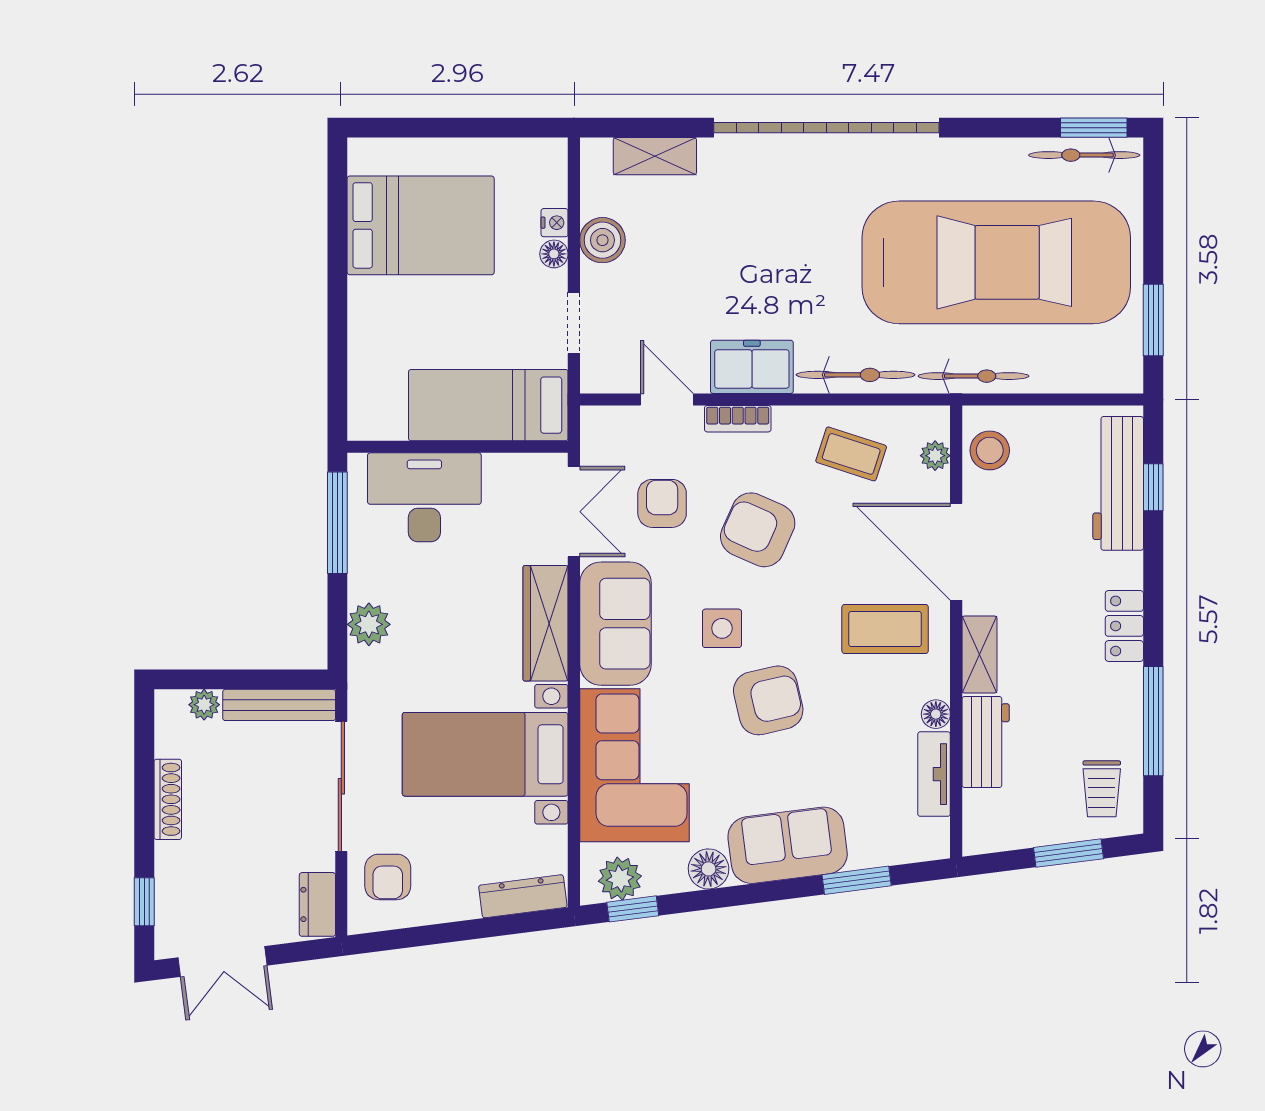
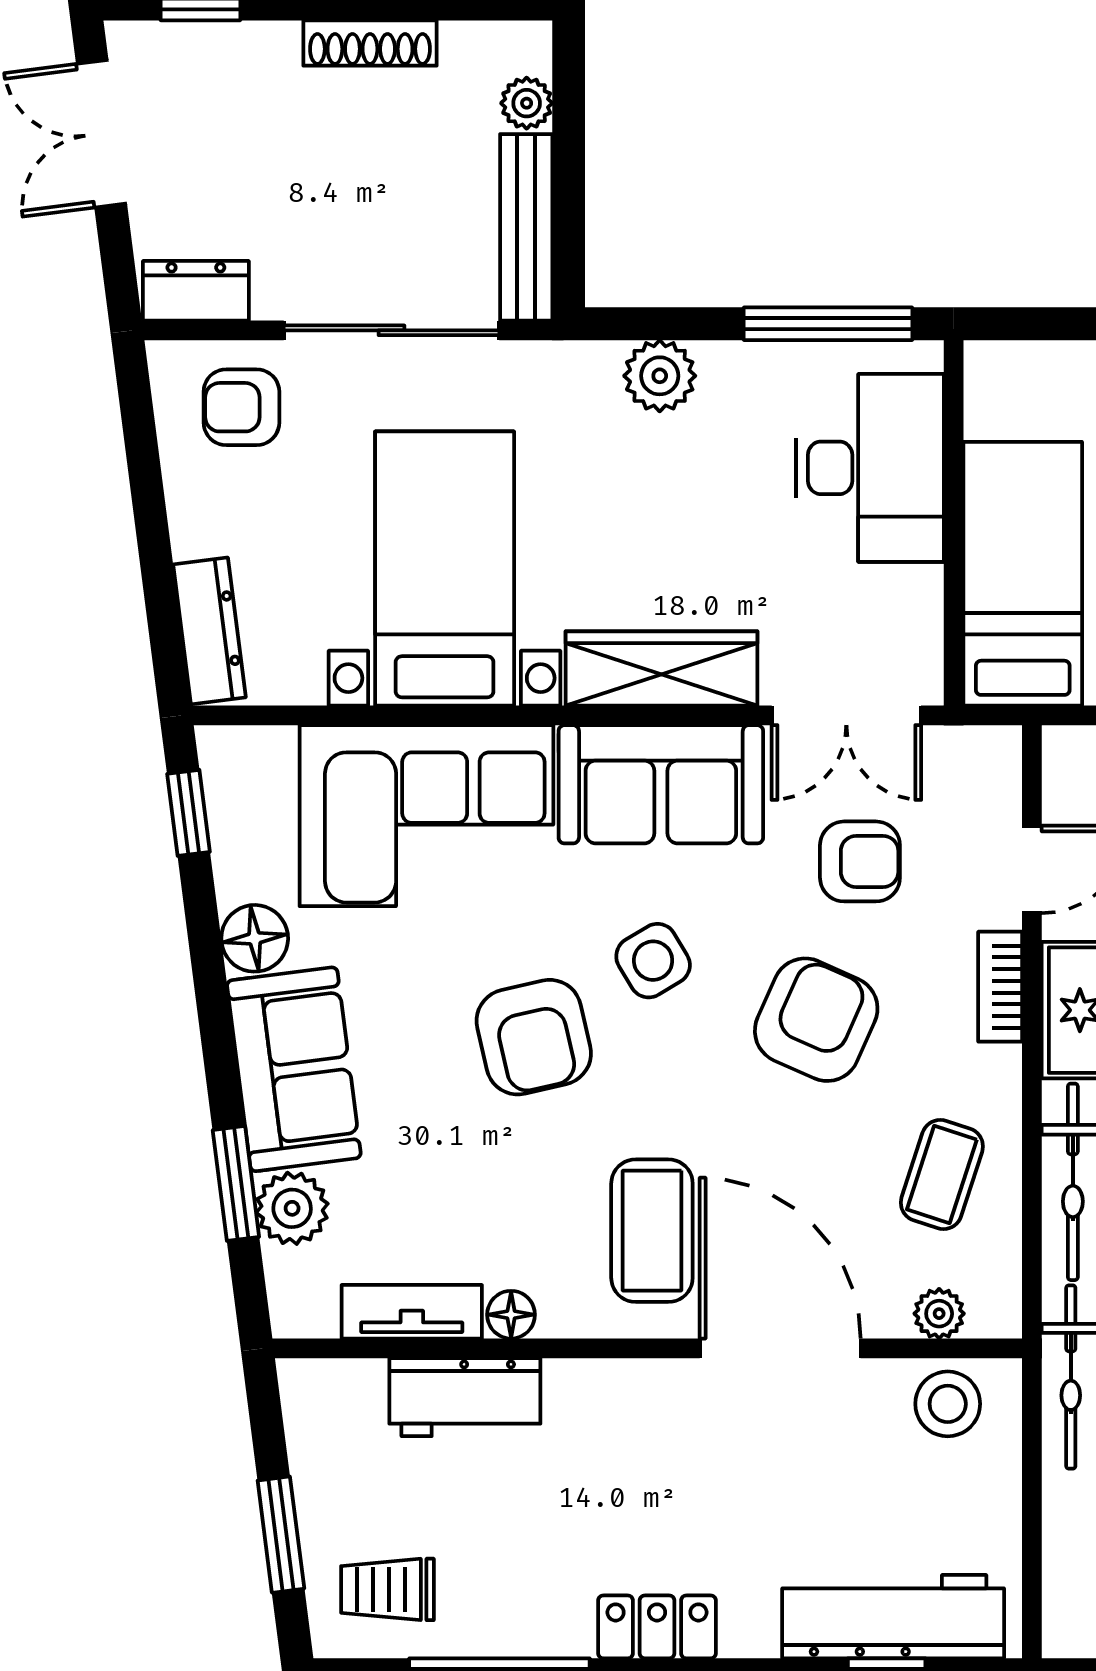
door: (956, 552) -> (780, 1348), hinge flipped
side table: (722, 628) -> (653, 961), turned -31
shelving: (979, 655) -> (610, 1387), removed
plant: (620, 879) -> (292, 1208), moved

